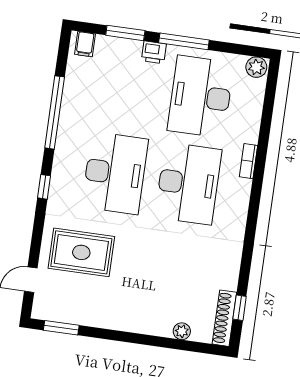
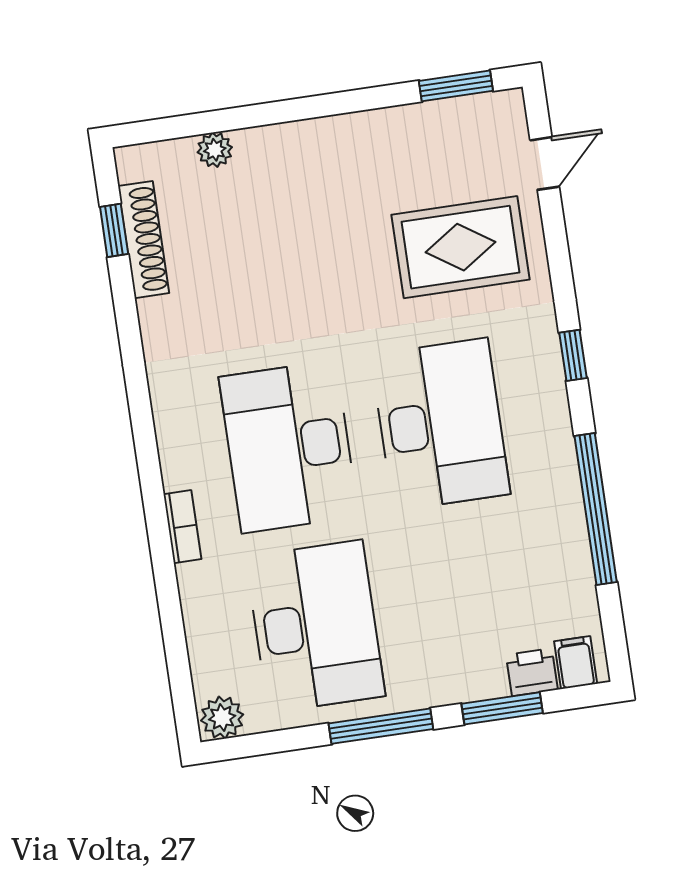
printer: (154, 52) -> (532, 672), moved
desk: (115, 173) -> (440, 424), turned 180
shoe rack: (224, 318) -> (144, 240), moved

